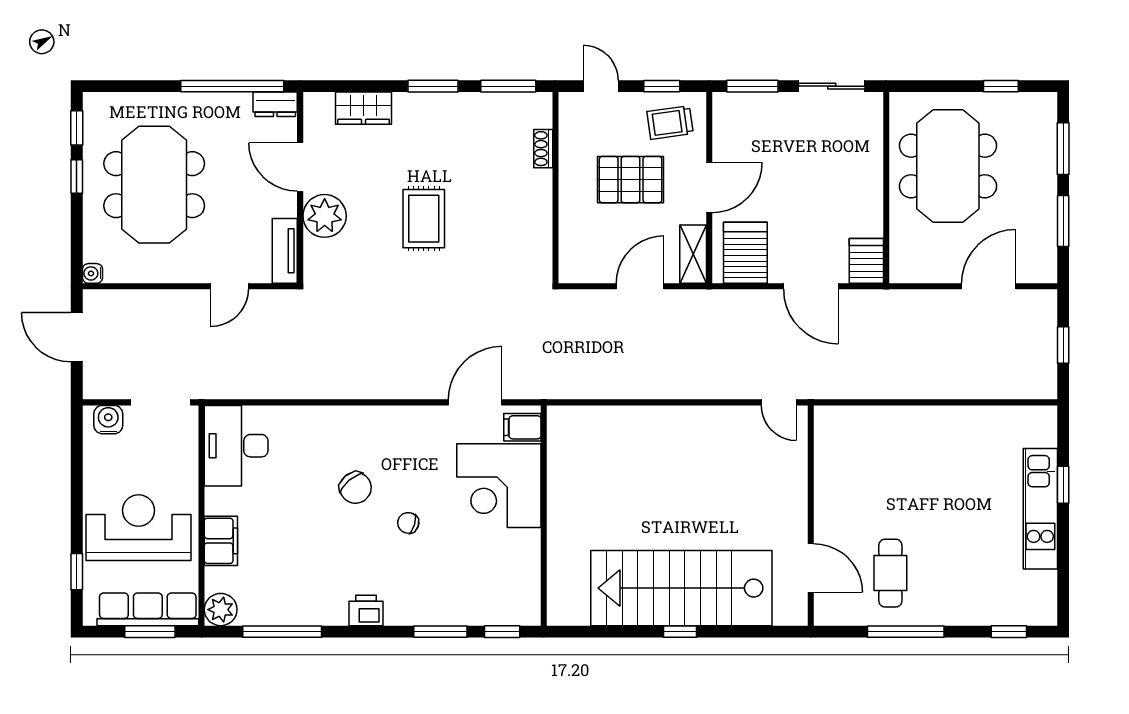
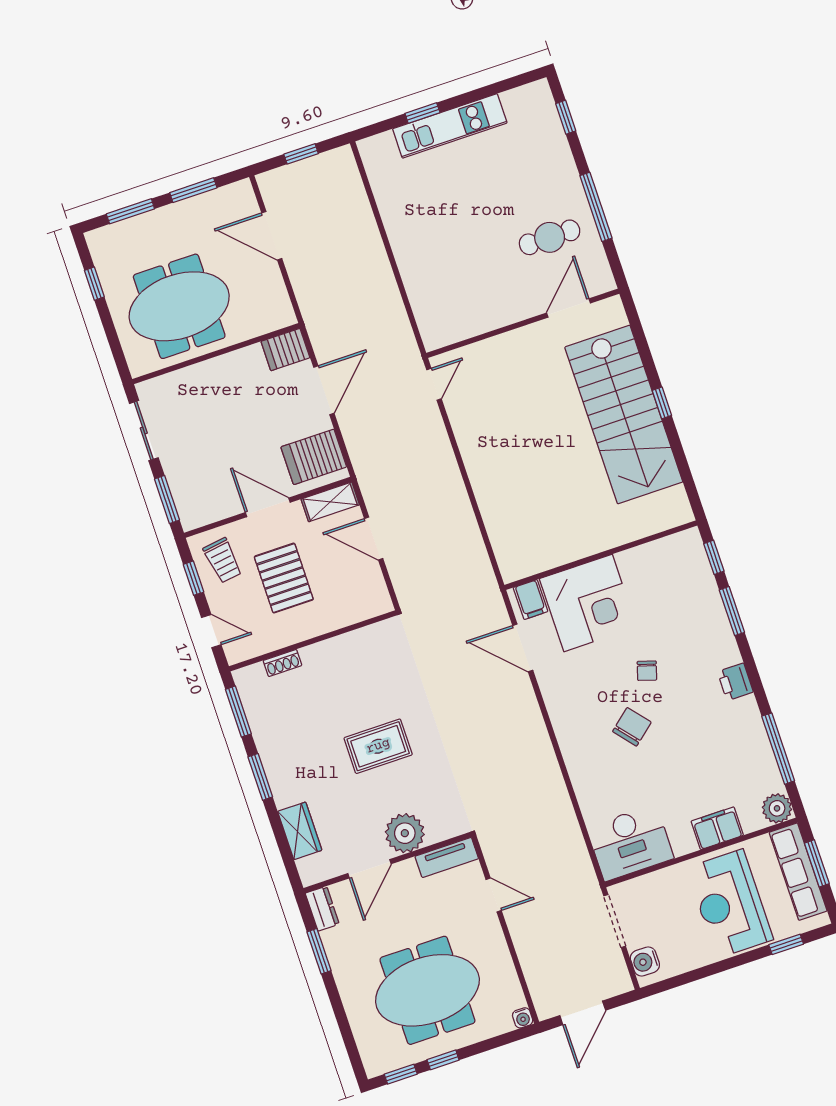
window: (232, 86) -> (319, 951), width x0.47
door: (601, 86) -> (211, 631), swing flipped

